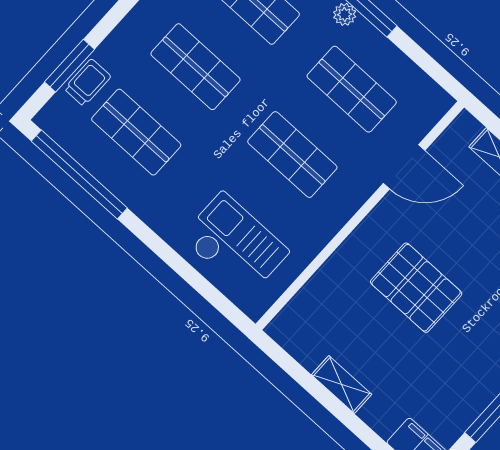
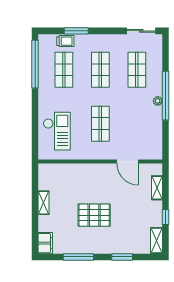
window: (70, 66) -> (76, 31), moved
shop shelf: (352, 89) -> (137, 124), removed
pallet: (416, 288) -> (94, 215), moved, turned 90

